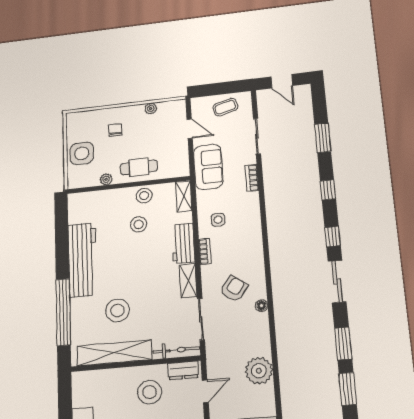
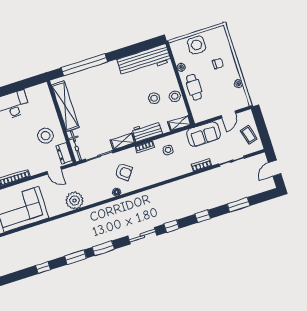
workbench: (82, 260) -> (144, 60), moved
stool: (117, 311) -> (93, 100), removed

